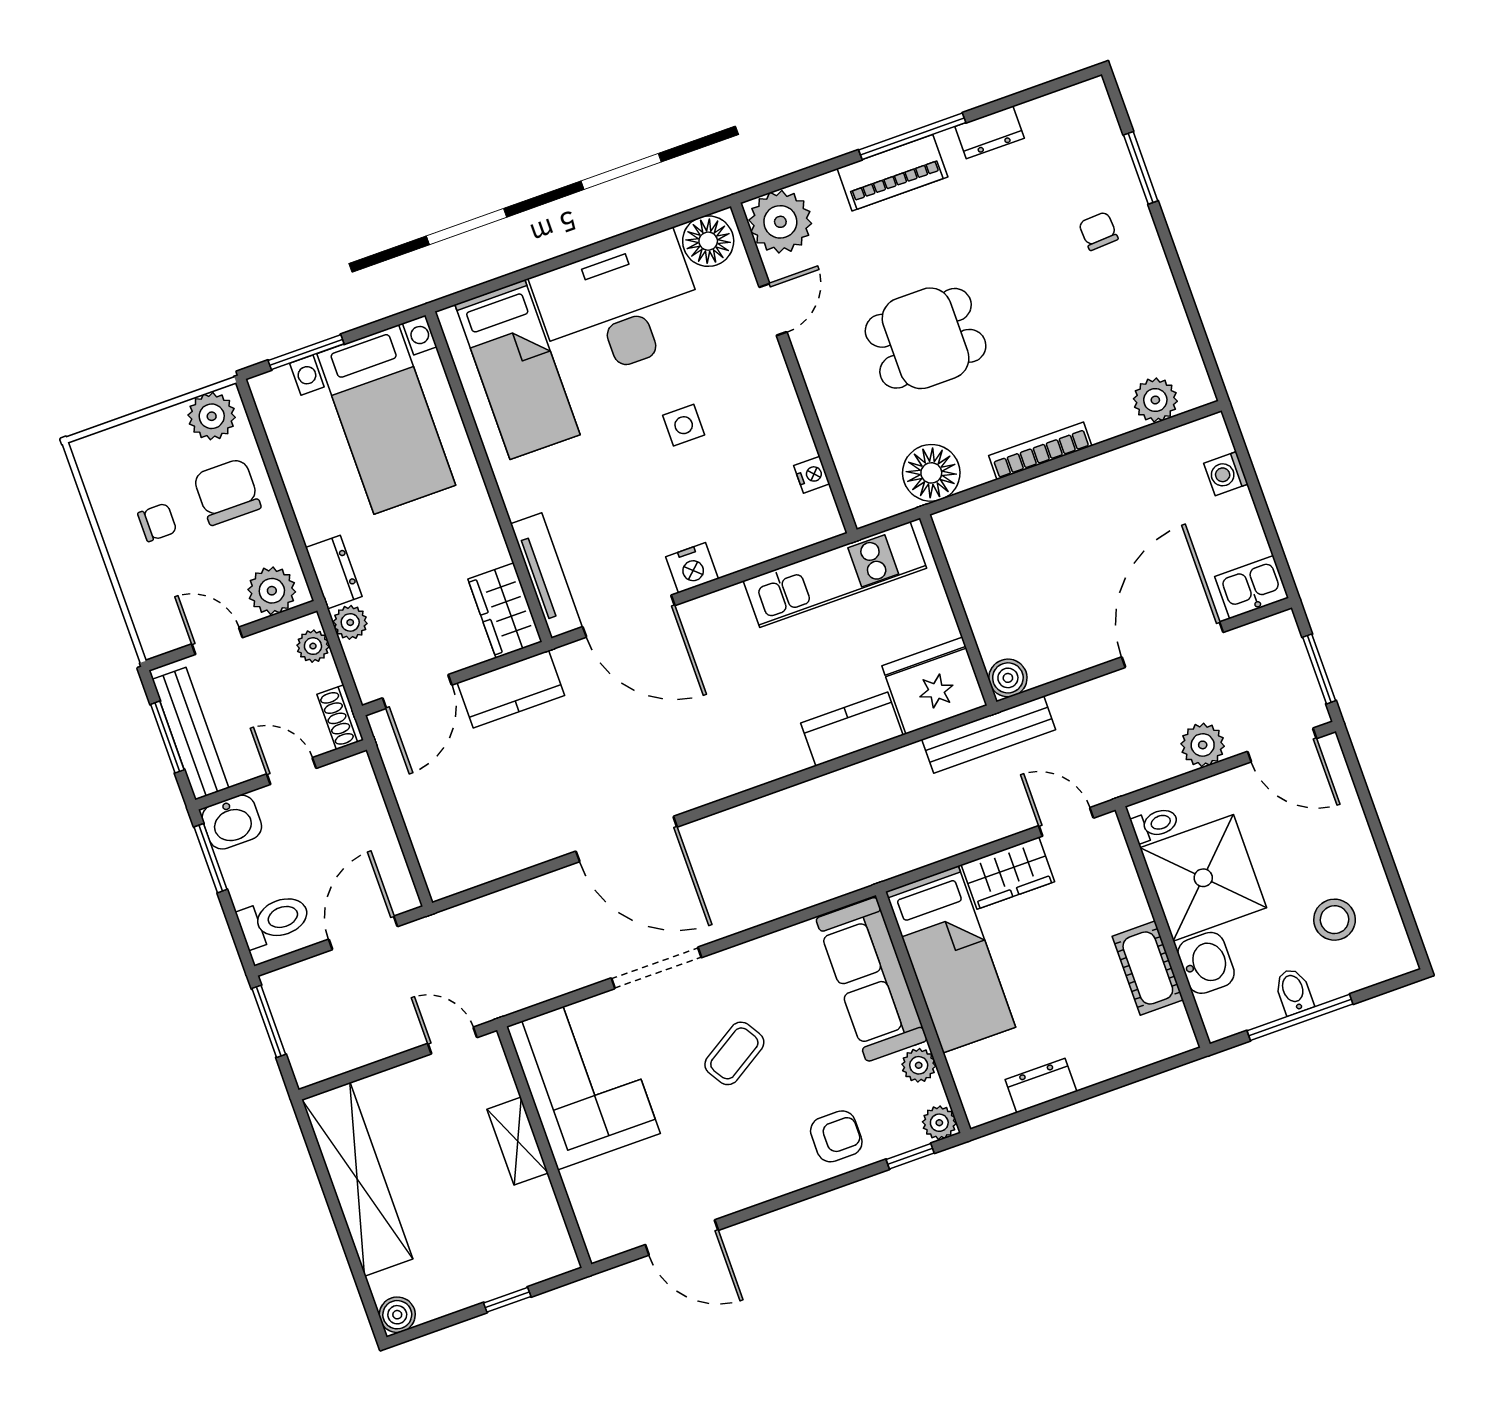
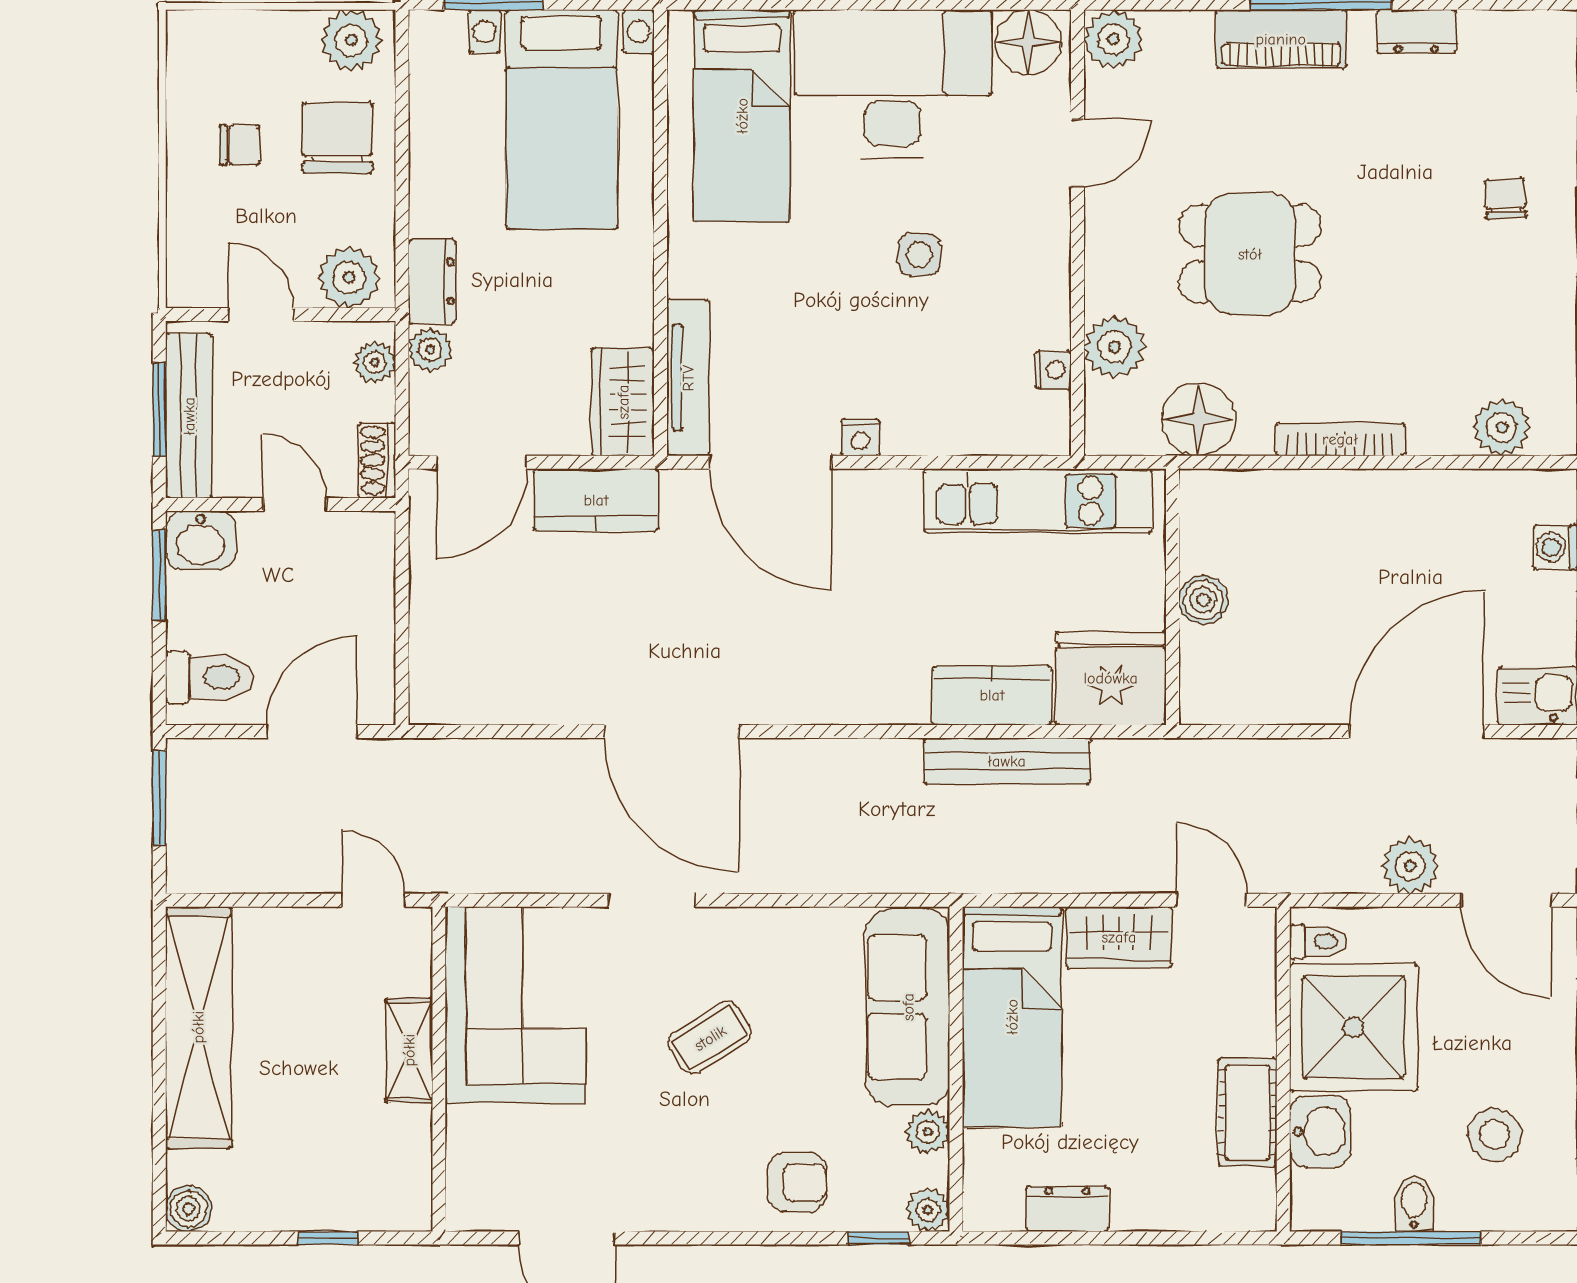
plant: (780, 222) -> (1113, 39), width x0.73, depth x0.73
plant: (851, 442) -> (1115, 347), added
nightstand: (692, 568) -> (860, 438), width x0.72, depth x0.74
boiler: (1008, 678) -> (1203, 600), moved
bench: (989, 735) -> (1007, 761), moved
doorway: (656, 968) -> (652, 900), width x0.73

